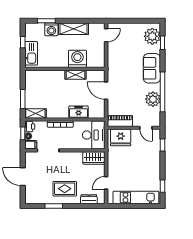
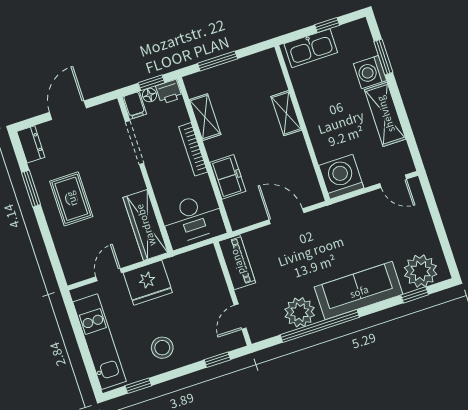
washing machine: (77, 59) -> (341, 177), moved, turned -90
sofa: (152, 68) -> (359, 291), width x1.36
shelving: (75, 75) -> (286, 113), moved
door: (106, 91) -> (286, 216), hinge flipped
shelving: (35, 113) -> (205, 117), moved
fridge: (121, 137) -> (148, 283), moved, turned -90
wardrobe: (94, 158) -> (145, 225), width x1.50
stool: (148, 169) -> (162, 348), added
door: (106, 183) -> (109, 275), hinge flipped
dresser: (89, 199) -> (31, 144), moved

